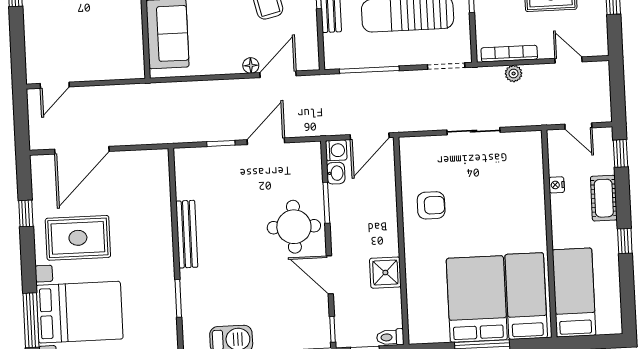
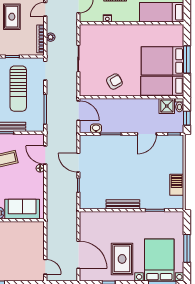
washing machine: (336, 150) -> (85, 128), removed
armchair: (431, 205) -> (114, 82), turned 61
round table: (294, 227) -> (122, 151), removed
shower: (385, 273) -> (167, 106), moved
bed: (526, 296) -> (162, 86), moved

